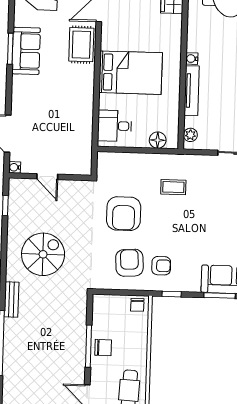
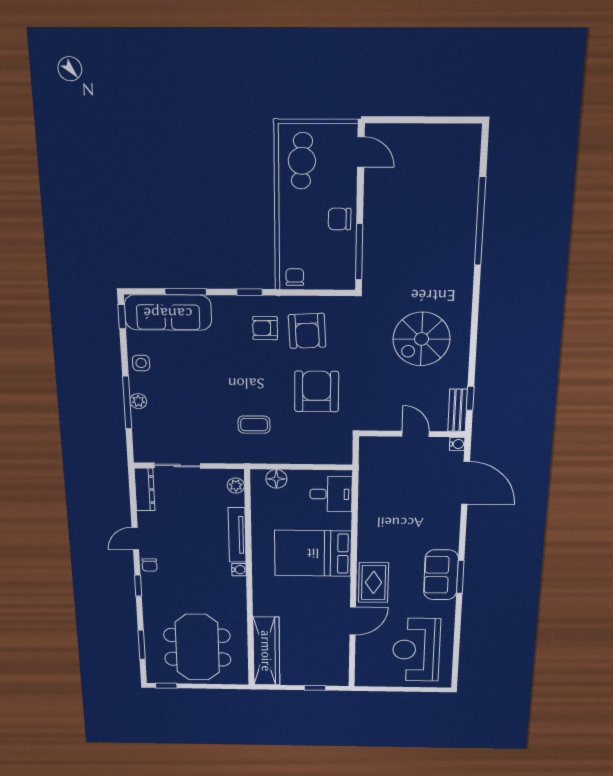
bench: (12, 300) -> (458, 410), moved
window: (89, 346) -> (359, 252), moved

